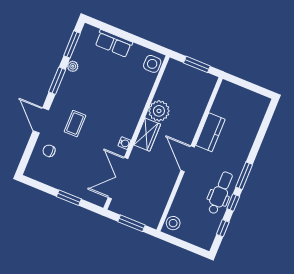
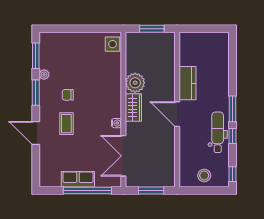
row of seats: (114, 43) -> (78, 179), moved, turned 180
chair: (49, 151) -> (68, 95), moved
window: (69, 198) -> (87, 190), width x2.11
stool: (173, 223) -> (204, 176), moved
window: (223, 228) -> (232, 174), moved

